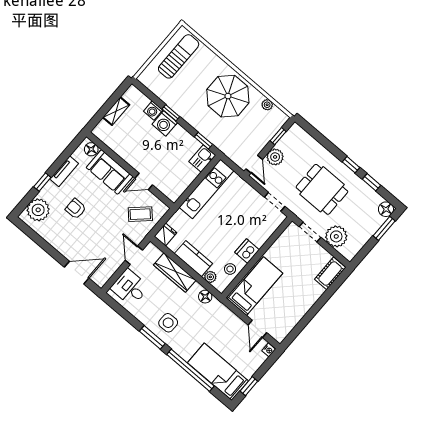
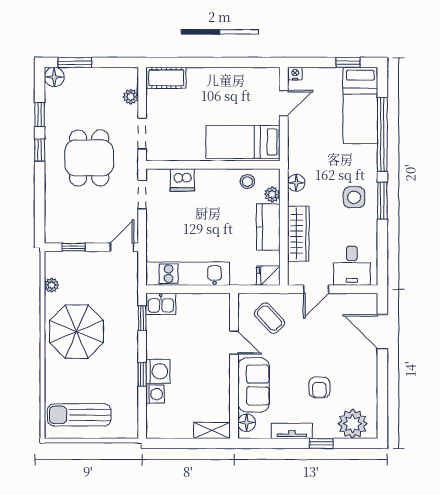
shelving: (116, 111) -> (212, 430), moved
plant: (275, 157) -> (97, 232), removed
plant: (336, 236) -> (131, 97), width x0.53, depth x0.53
dishwasher: (247, 251) -> (182, 180), moved

